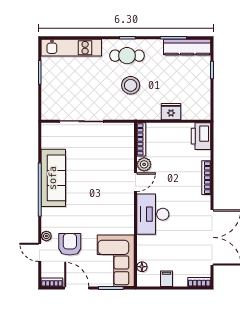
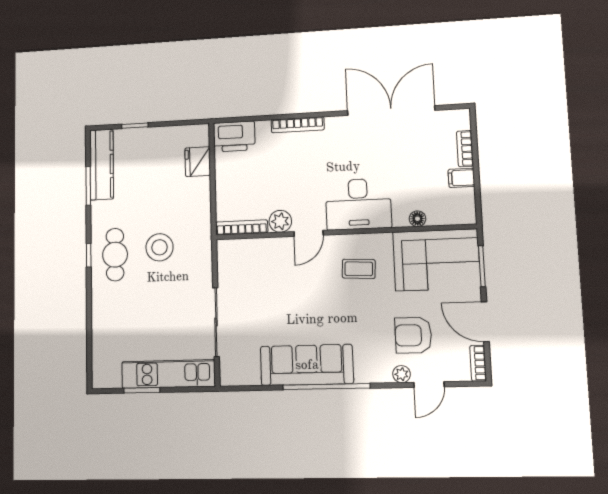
kitchen unit: (71, 48) -> (168, 374), moved, turned -90
fridge: (171, 112) -> (198, 162), moved
door: (136, 182) -> (309, 233), swing flipped
coffee table: (112, 213) -> (359, 269), added
floor lamp: (142, 267) -> (417, 219), moved
bookcase: (199, 282) -> (465, 149), moved
door: (77, 288) -> (485, 322), hinge flipped

